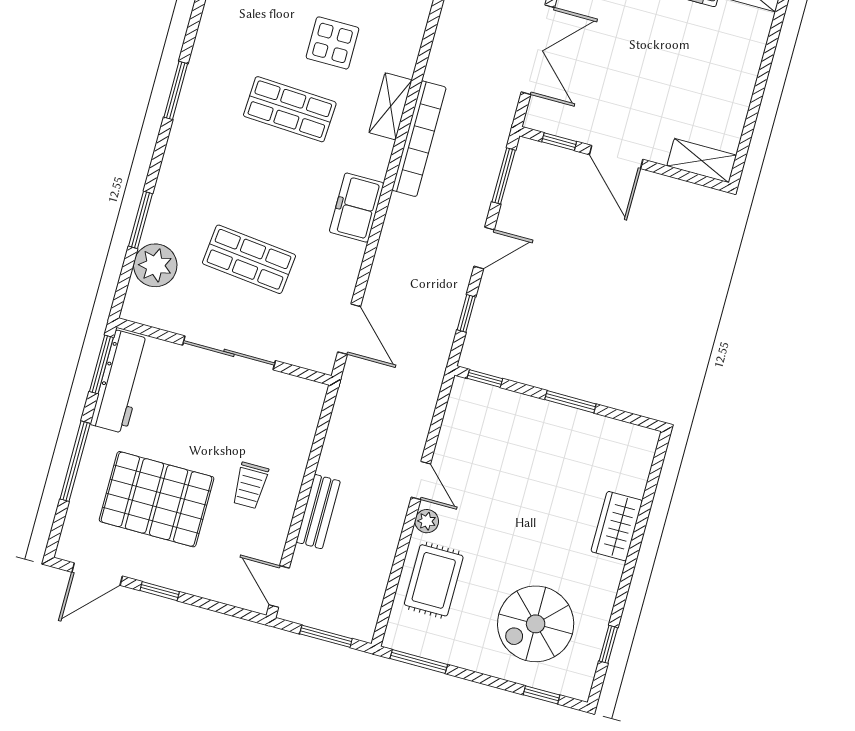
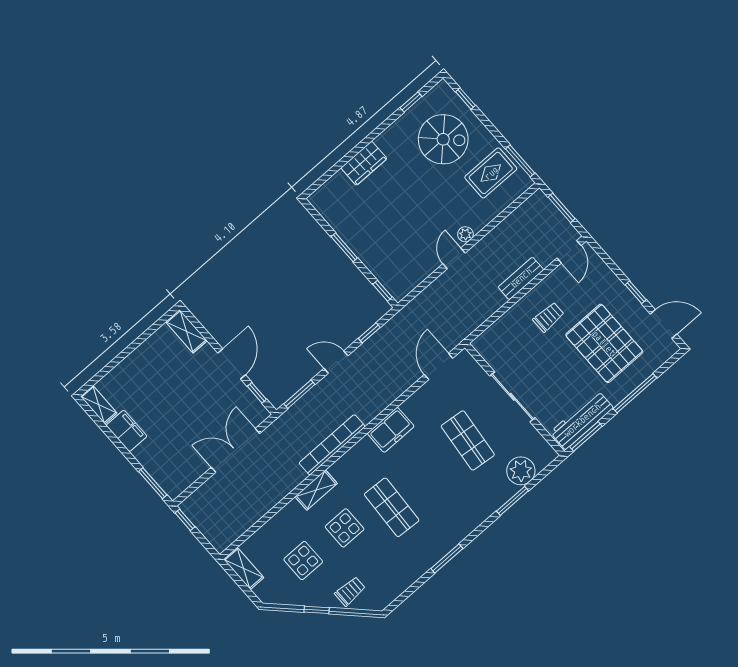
shelving: (390, 106) -> (316, 490), moved
rug: (434, 580) -> (491, 173), moved

